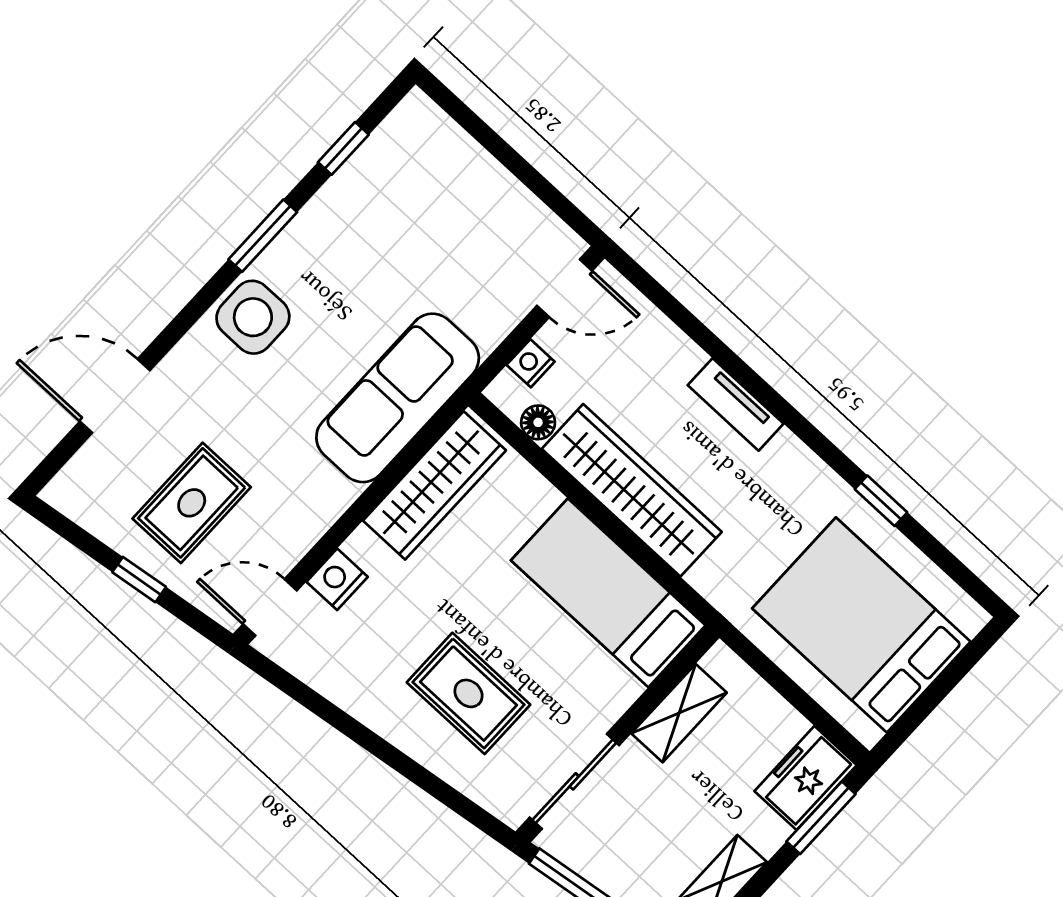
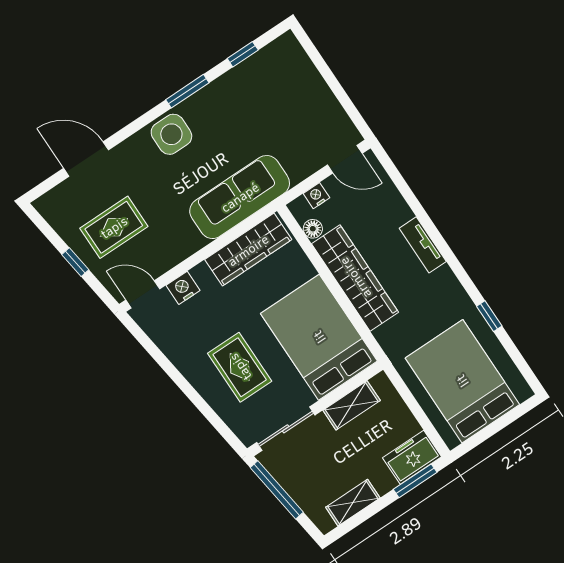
bed: (608, 593) -> (319, 337), width x1.50

